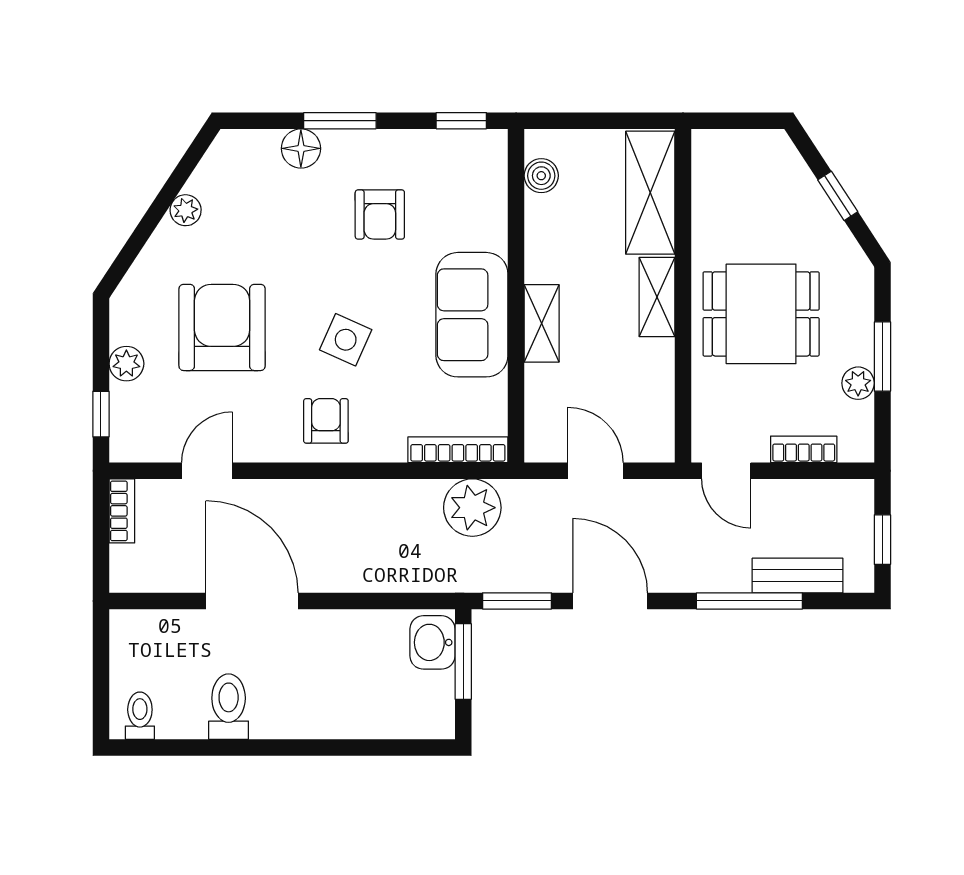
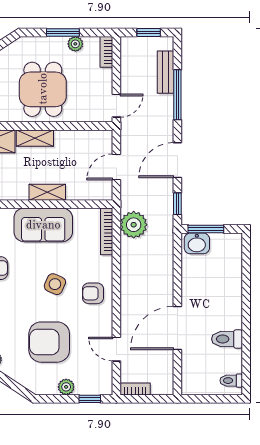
bookcase: (804, 449) -> (106, 52), moved
window: (517, 601) -> (177, 204), width x0.67

